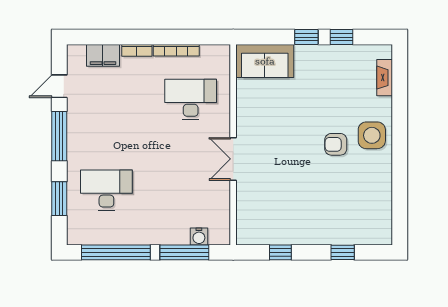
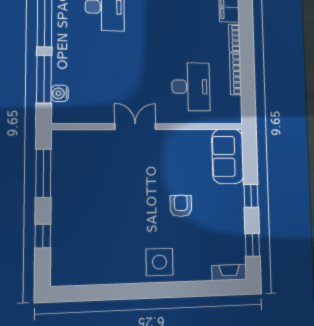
window: (342, 37) -> (252, 245), moved
fireplace: (385, 78) -> (229, 272), moved
armchair: (336, 144) -> (181, 206), moved
window: (280, 252) -> (43, 173), width x2.17

